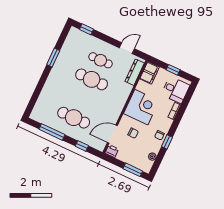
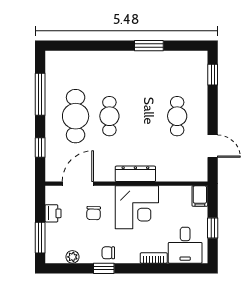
dresser: (135, 72) -> (135, 174), moved
filing cabinet: (150, 73) -> (200, 196), width x0.50
cafe table: (92, 79) -> (109, 116), moved, width x0.73, depth x0.74
door: (112, 134) -> (78, 184), hinge flipped
printer: (112, 151) -> (53, 213), moved

